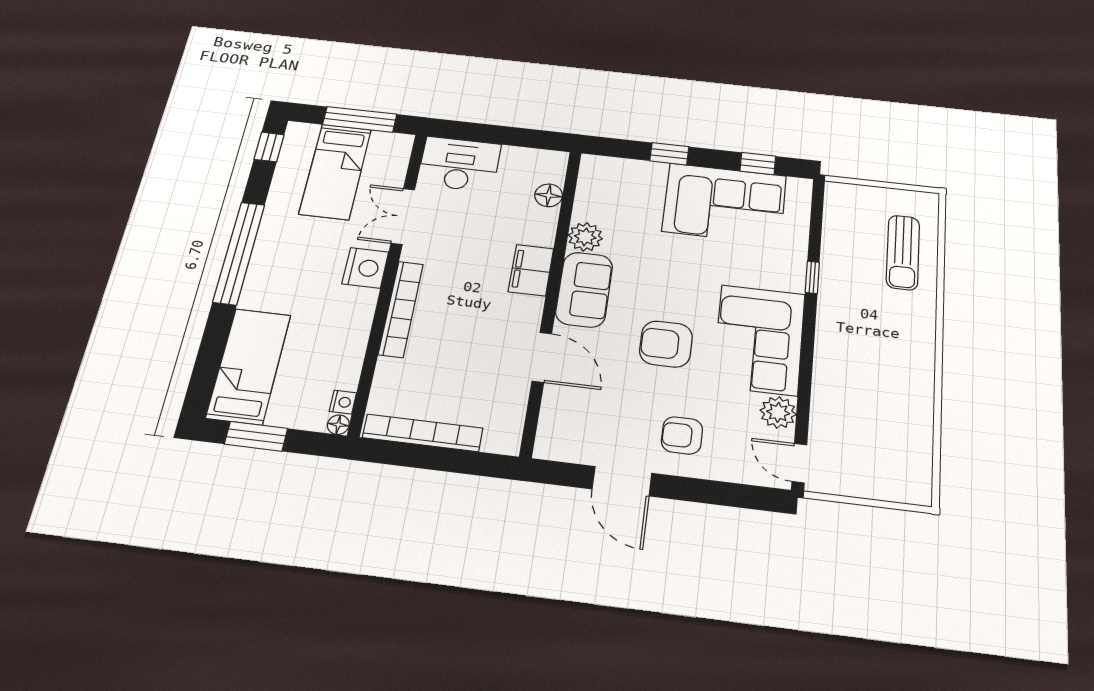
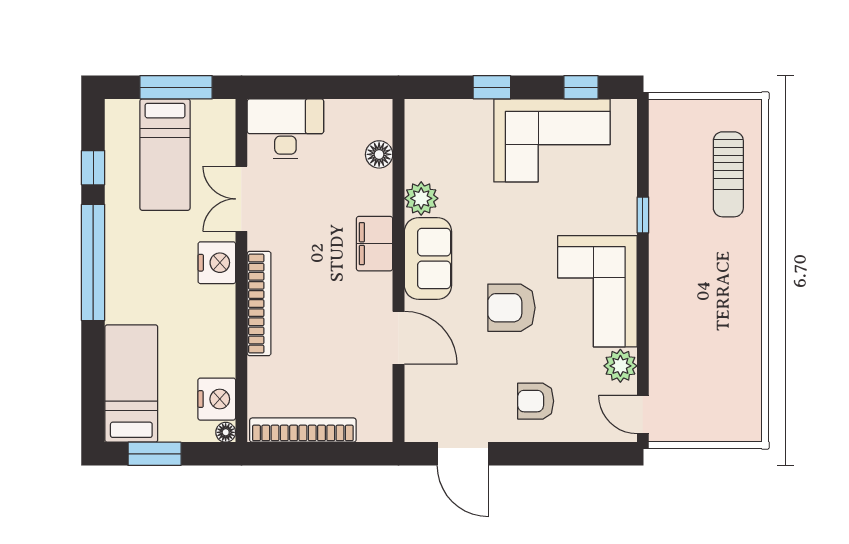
window: (269, 147) -> (93, 168), moved
nightstand: (343, 402) -> (217, 399), width x1.89, depth x1.79
door: (622, 481) -> (463, 454), moved

